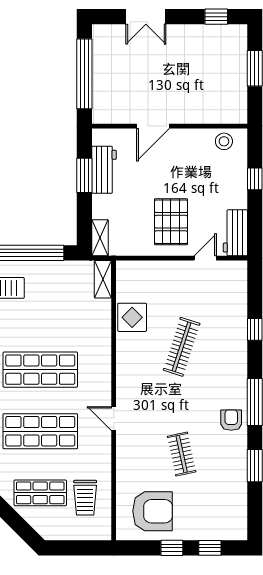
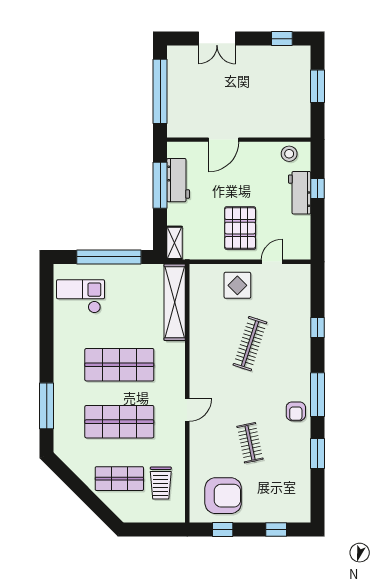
window: (84, 175) -> (160, 185), width x1.44
workbench: (235, 233) -> (300, 193), moved
shelving: (103, 279) -> (175, 302), width x2.20, depth x1.33
display table: (132, 317) -> (237, 285), moved
door: (114, 419) -> (187, 410), swing flipped
armchair: (231, 420) -> (296, 411), turned 180
window: (172, 548) -> (223, 530), moved

